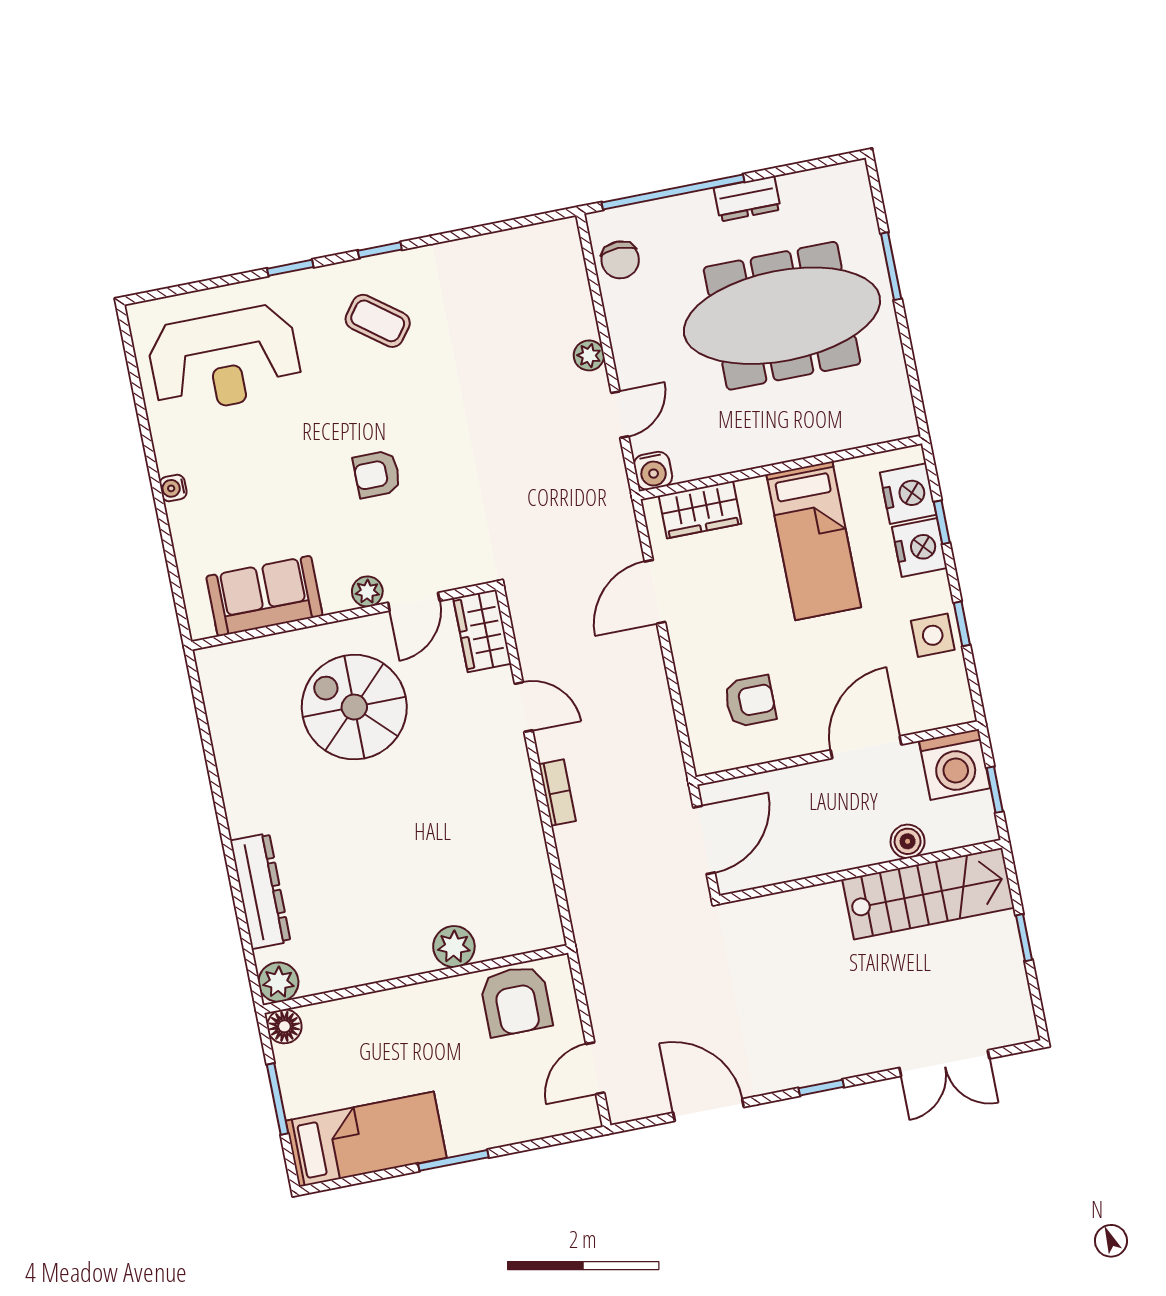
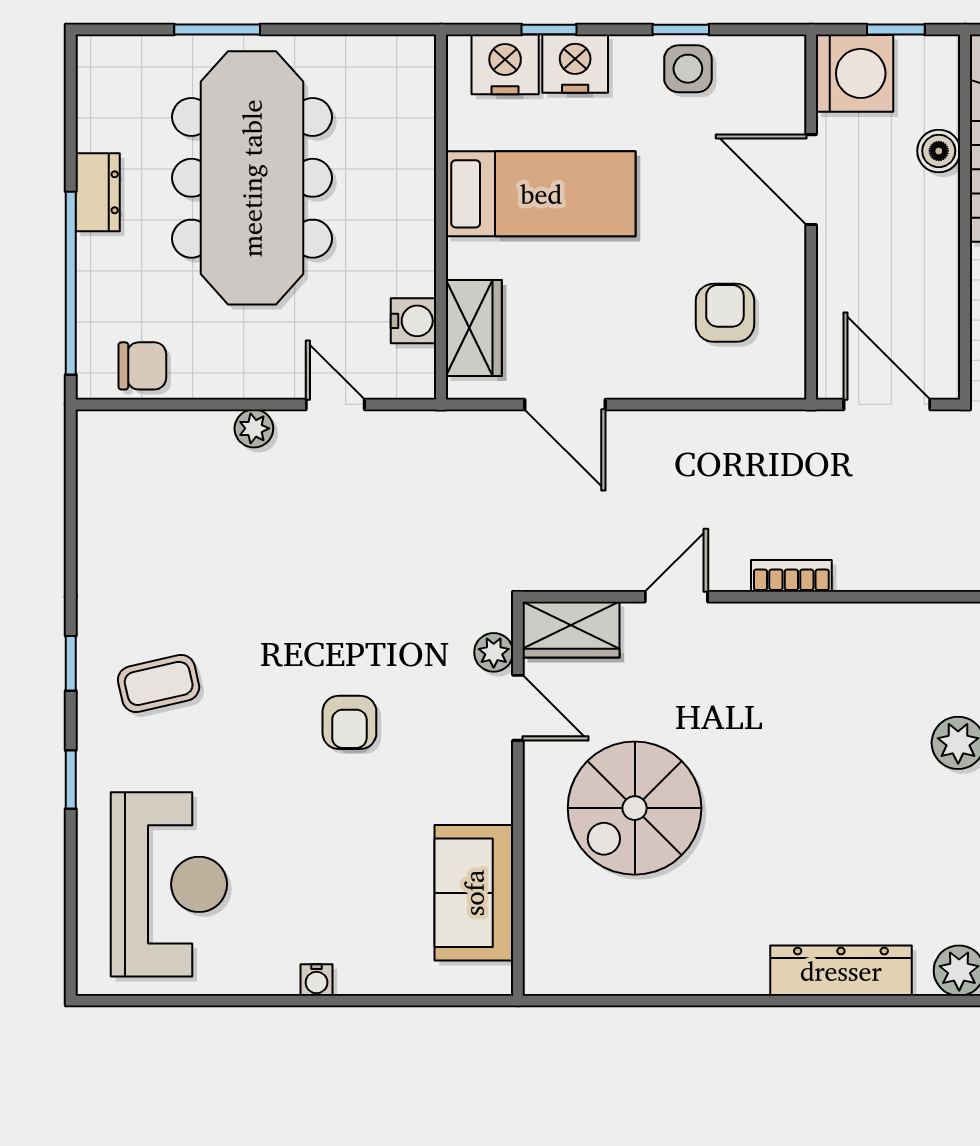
coffee table: (378, 321) -> (159, 683), turned 40
water cooler: (653, 471) -> (414, 321), moved
plant: (367, 592) -> (494, 652), moved

